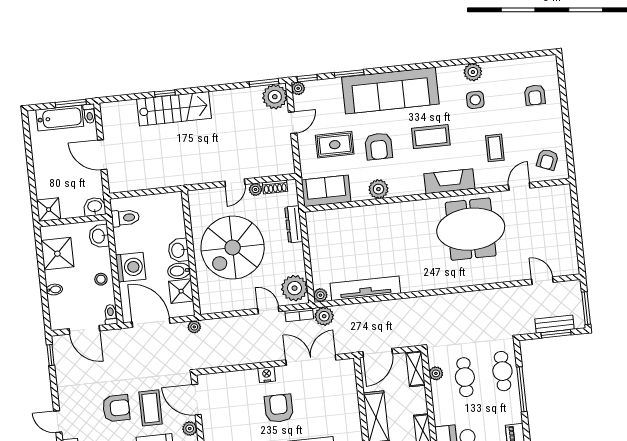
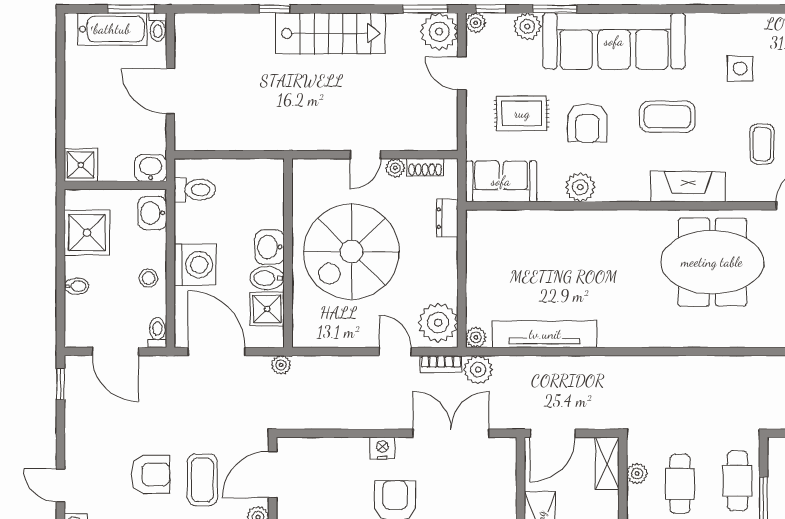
plant: (473, 72) -> (527, 26), moved
stairs: (174, 109) -> (330, 33), moved
door: (293, 123) -> (462, 73), swing flipped
dresser: (294, 224) -> (447, 218), width x0.70
door: (196, 400) -> (273, 475), hinge flipped

